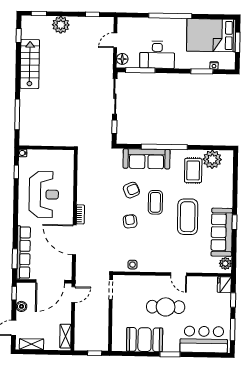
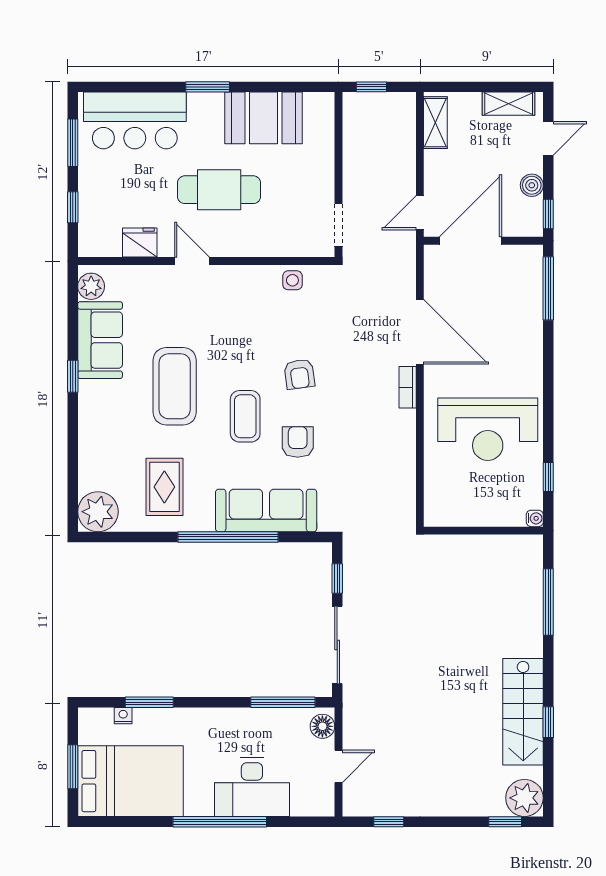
plant: (61, 25) -> (524, 798), moved
window: (19, 35) -> (548, 722), moved
desk: (157, 55) -> (252, 787), moved, turned 180
plant: (212, 159) -> (98, 512), moved
armchair: (131, 190) -> (298, 442), turned 114
reception desk: (44, 194) -> (488, 429), turned -90
sofa: (222, 232) -> (100, 340), width x0.73
row of seats: (24, 252) -> (529, 302), removed
window: (15, 259) -> (548, 288), width x1.44
fridge: (224, 285) -> (140, 243), moved, turned -90

